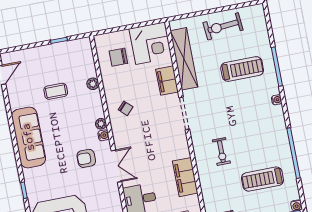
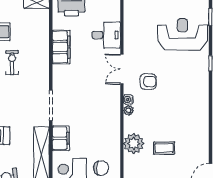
plant: (93, 84) -> (134, 144), width x1.87, depth x1.87
chair: (126, 108) -> (103, 120), removed
sofa: (29, 137) -> (197, 111), removed
exercise bike: (221, 152) -> (12, 63), moved

